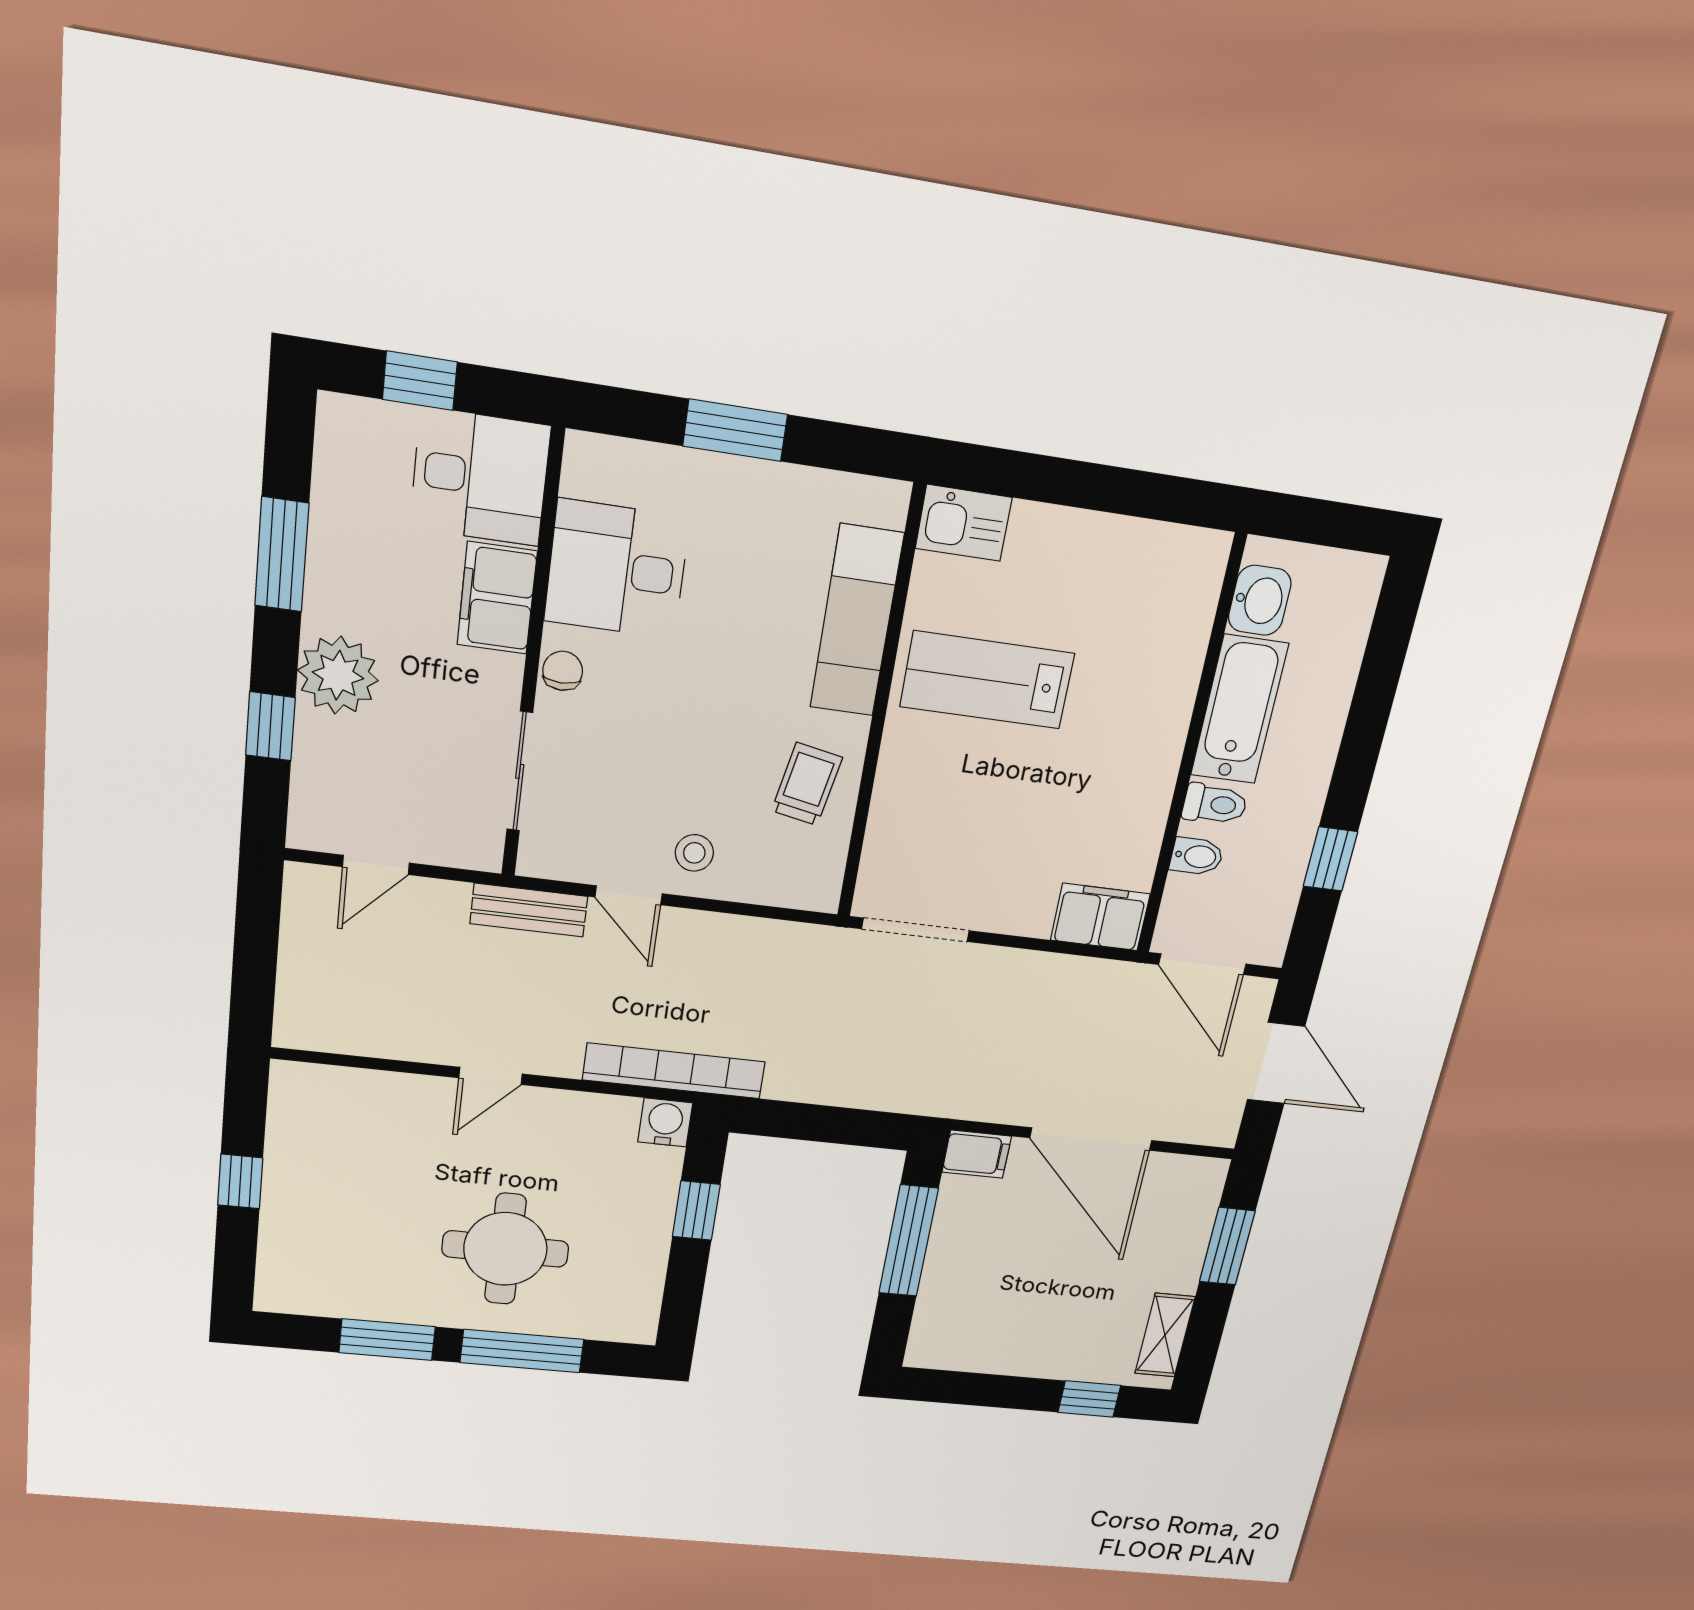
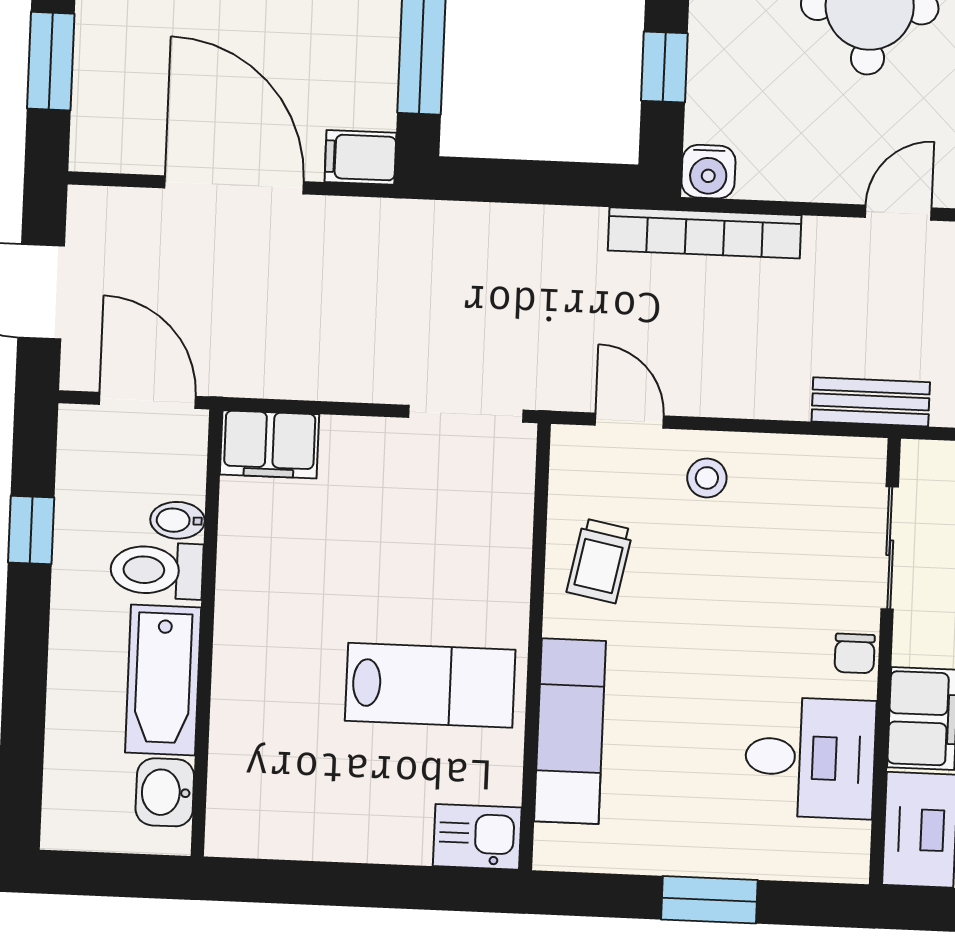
toilet: (1215, 804) -> (157, 570), width x1.37, depth x1.39
door: (629, 895) -> (629, 421), moved

